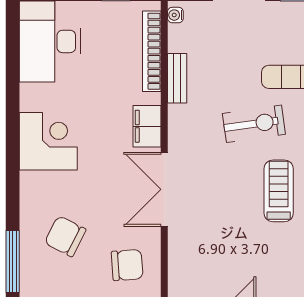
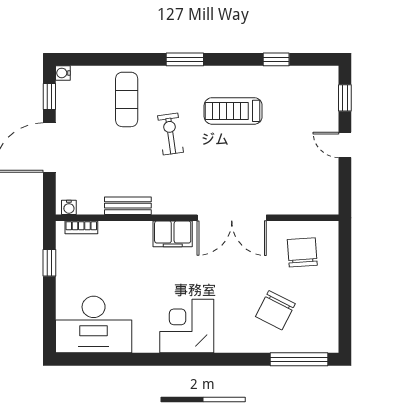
bookcase: (152, 51) -> (81, 227), width x0.43, depth x0.76
exercise bike: (254, 124) -> (171, 134), width x0.73, depth x0.72

